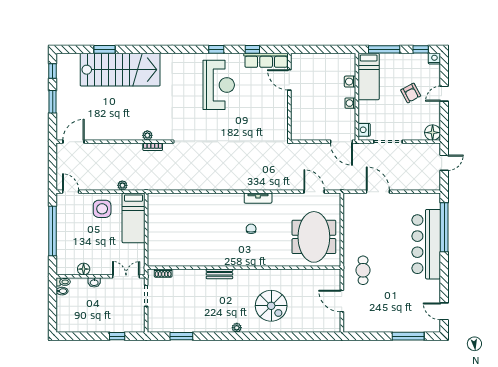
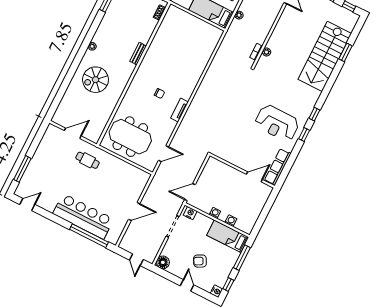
window: (252, 49) -> (314, 114), moved
door: (378, 192) -> (134, 211), moved

